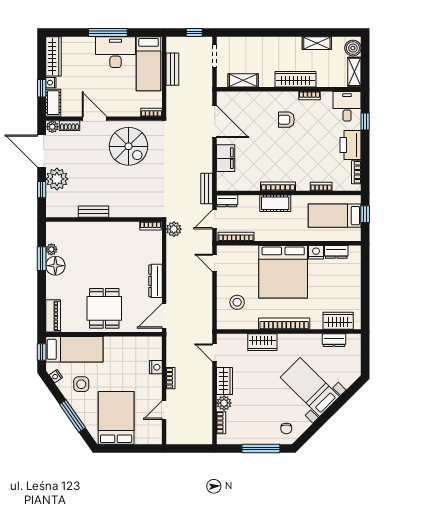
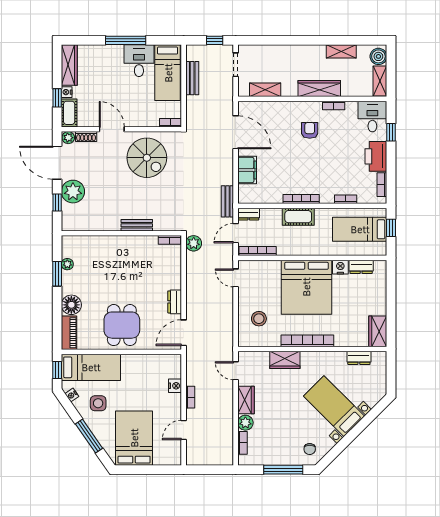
desk: (115, 52) -> (139, 61), width x0.73
armchair: (286, 120) -> (310, 130), turned 90
bench: (94, 212) -> (137, 225), moved
floor lamp: (55, 266) -> (71, 305), moved
dresser: (155, 281) -> (175, 302), width x0.70
wardrobe: (338, 321) -> (378, 331), moved, turned -90

